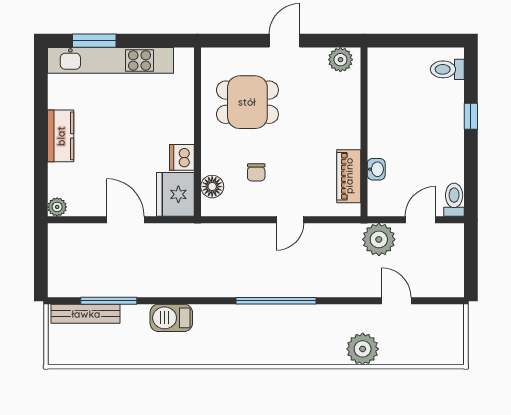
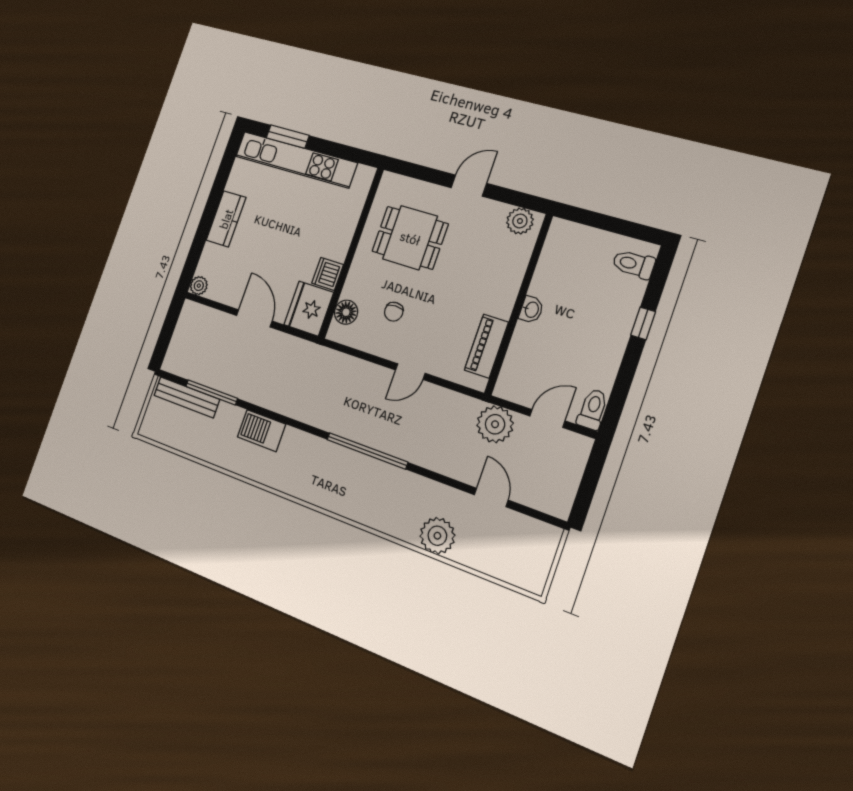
washbasin: (376, 169) -> (531, 310), moved

